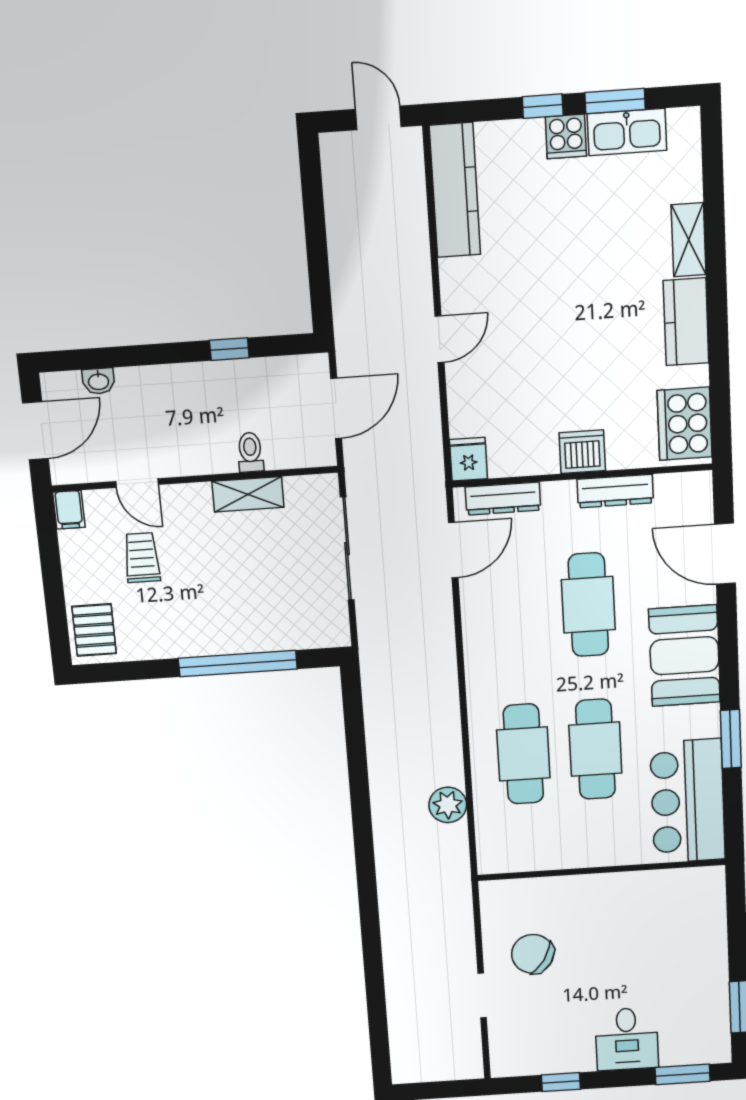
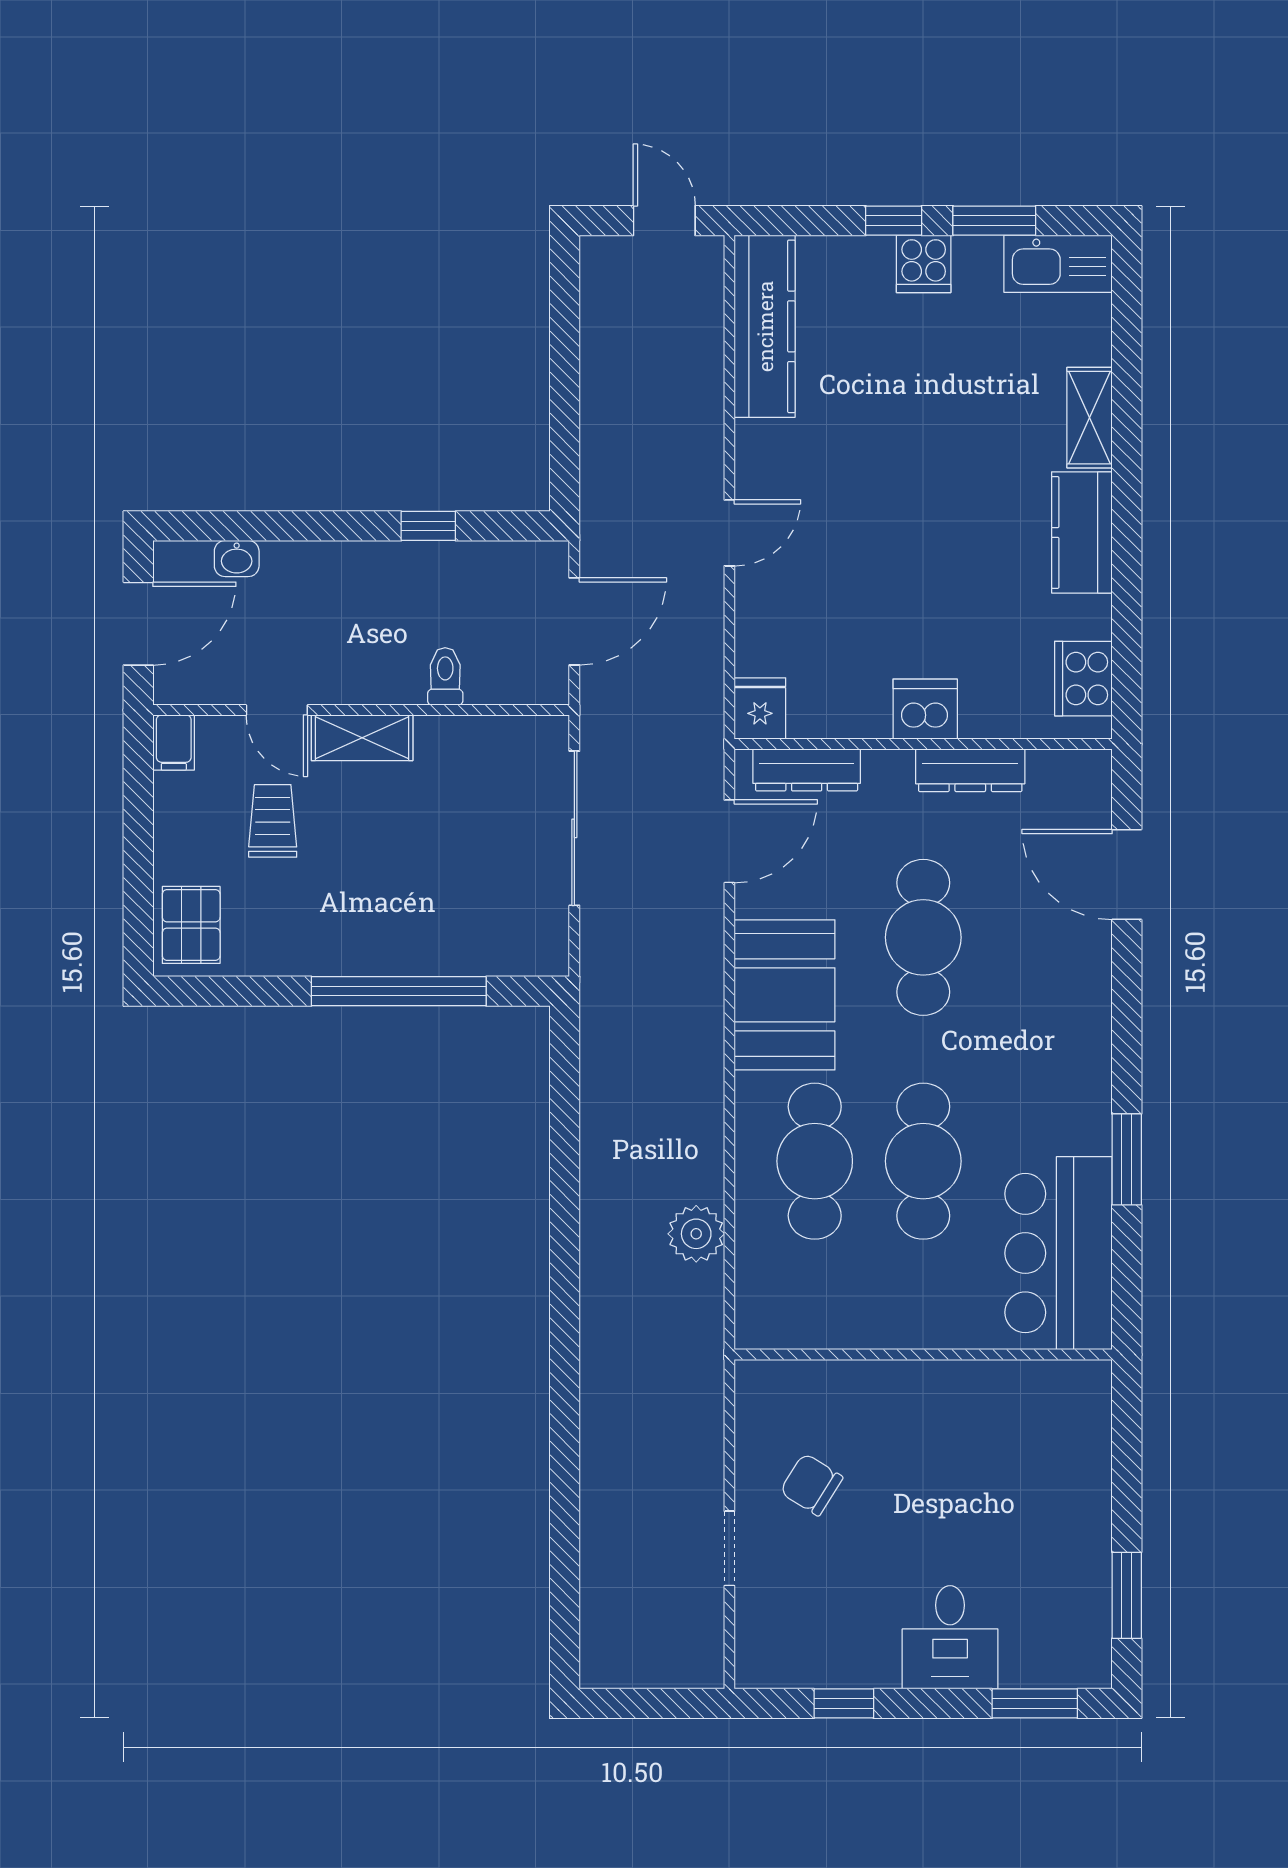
kitchen sink: (627, 132) -> (1058, 264), moved
cooker: (685, 424) -> (1083, 679), width x0.73, depth x0.76
shelving: (248, 494) -> (362, 738), moved
booth: (684, 656) -> (785, 995), moved
chair: (533, 954) -> (811, 1485), width x0.73, depth x0.73

